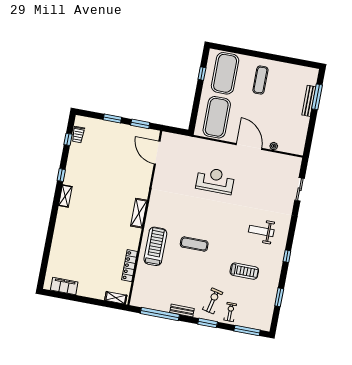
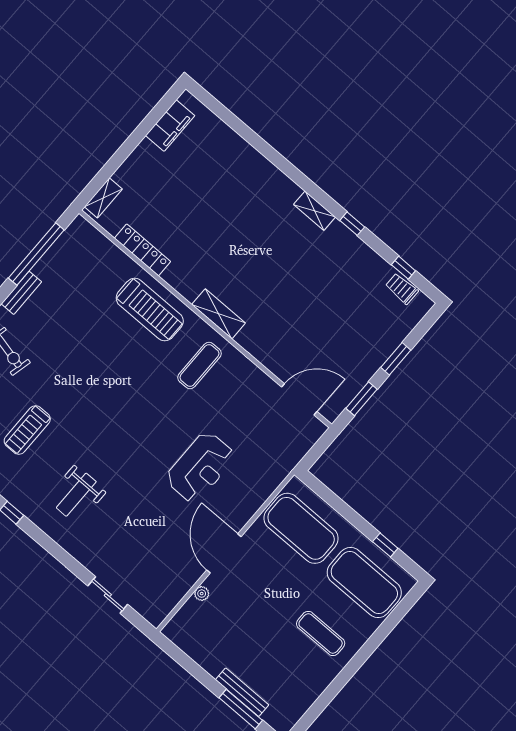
door: (249, 146) -> (224, 553), swing flipped
weight bench: (261, 231) -> (76, 495), turned 180
exercise mat: (194, 244) -> (199, 365), moved

